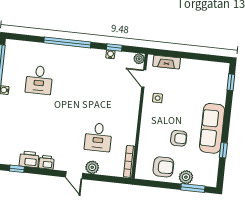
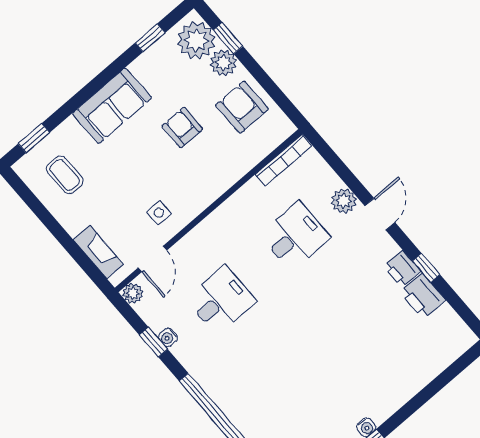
coffee table: (206, 79) -> (65, 175), added
desk: (39, 80) -> (221, 300), moved
sofa: (212, 128) -> (112, 106), width x0.73
window: (223, 150) -> (150, 38), moved
window: (17, 169) -> (426, 268), moved
plant: (204, 176) -> (196, 40), added
window: (193, 188) -> (228, 38), width x0.67

